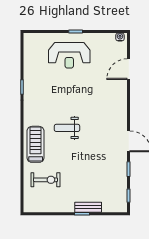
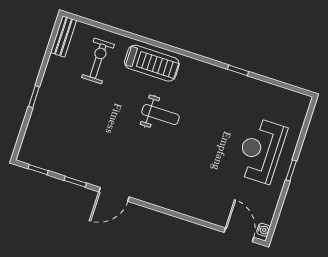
door: (129, 69) -> (239, 235), moved
weight bench: (67, 128) -> (161, 115), turned 90
exercise bike: (45, 180) -> (98, 61), turned 180
bench: (88, 207) -> (64, 36), moved

